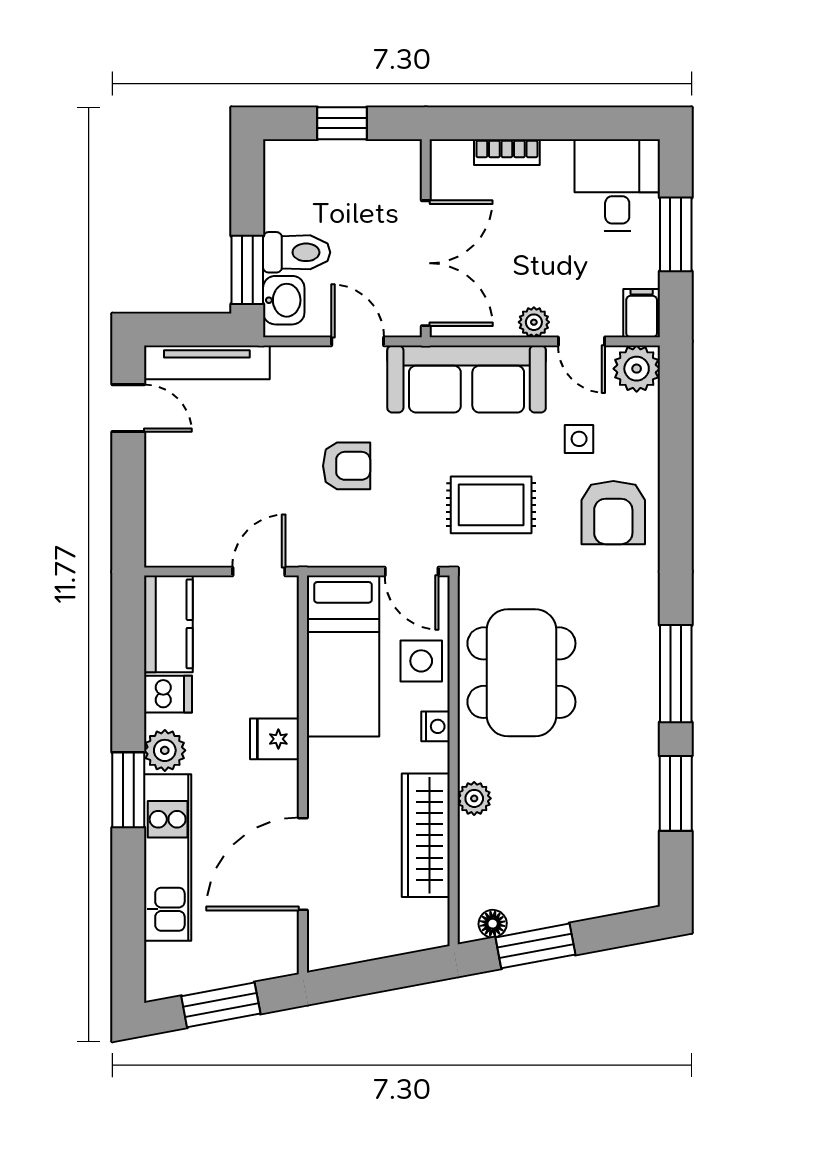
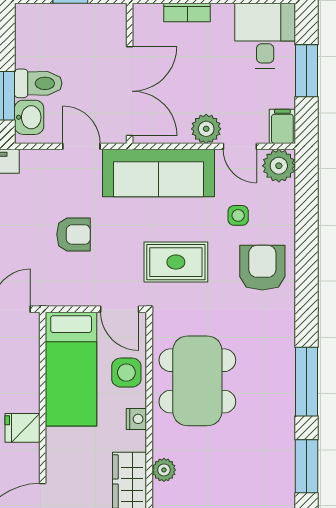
plant: (534, 322) -> (206, 129), width x1.38, depth x1.38
armchair: (613, 513) -> (262, 268), turned 180

